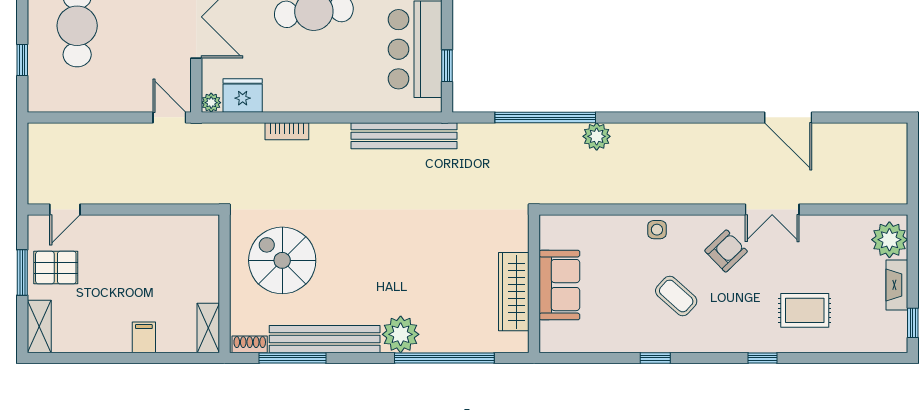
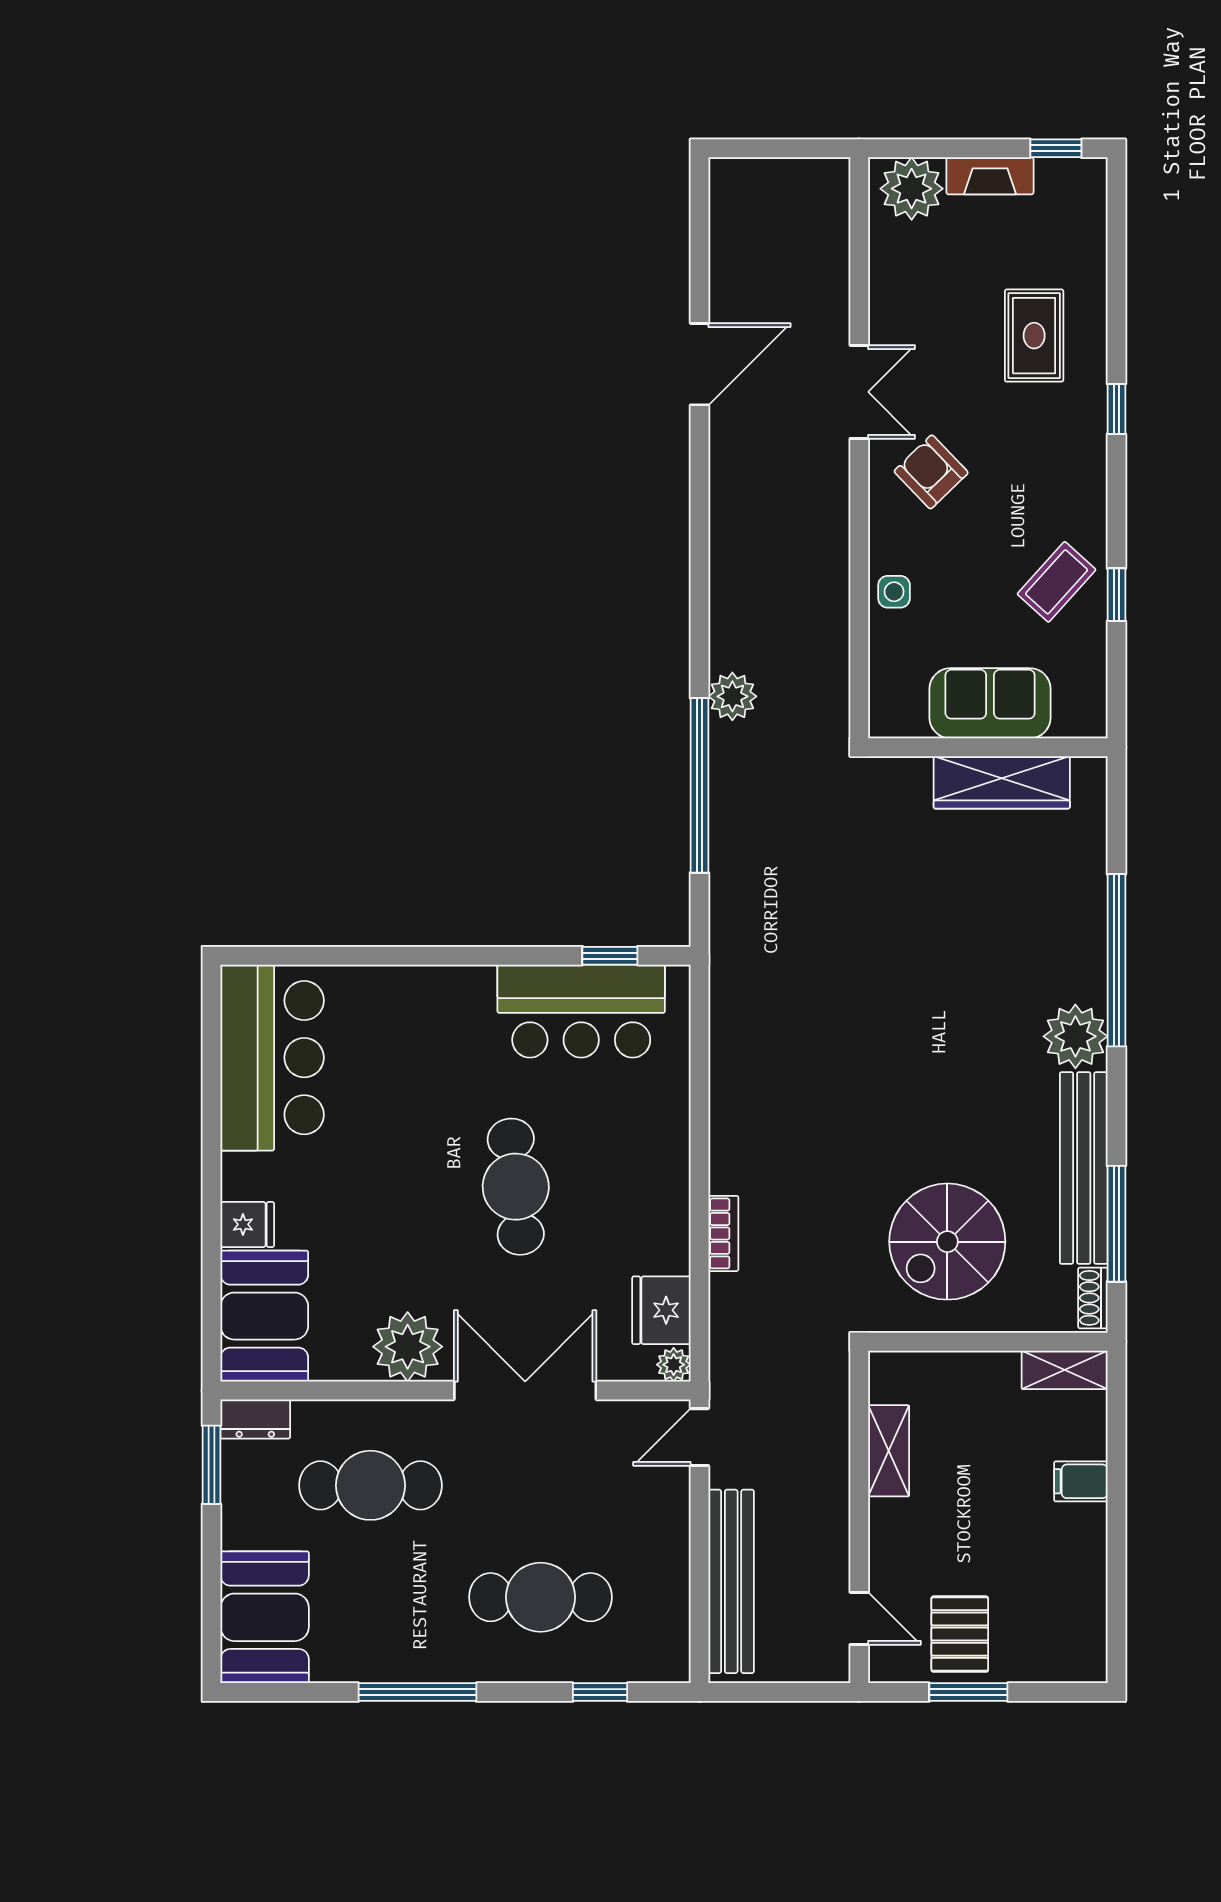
bench: (404, 136) -> (731, 1581), moved
wall: (534, 284) -> (988, 747), moved
sofa: (559, 285) -> (990, 703), moved
wardrobe: (514, 292) -> (1002, 782), moved
coffee table: (676, 296) -> (1057, 582), moved
shelving: (39, 326) -> (889, 1451), moved, turned 90

